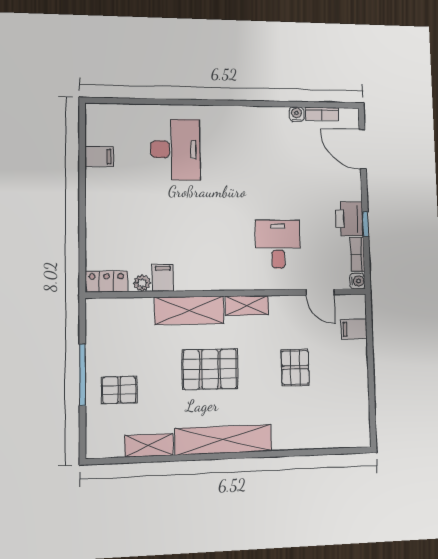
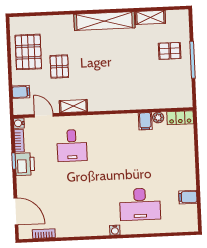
water cooler: (297, 114) -> (115, 230), moved
desk: (175, 149) -> (140, 204), turned -90
shelving: (247, 305) -> (73, 106), moved
shelving: (189, 310) -> (128, 101), removed
pallet: (210, 369) -> (28, 52), moved, turned 90

